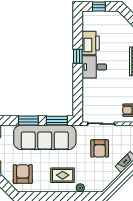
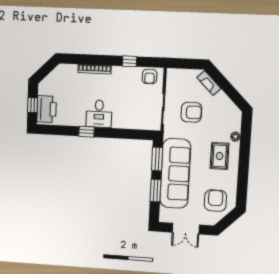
printer: (91, 43) -> (47, 109), moved, turned 90
armchair: (23, 174) -> (215, 201), turned 90

